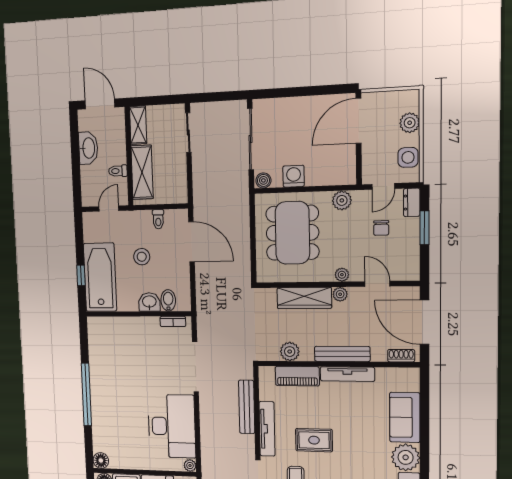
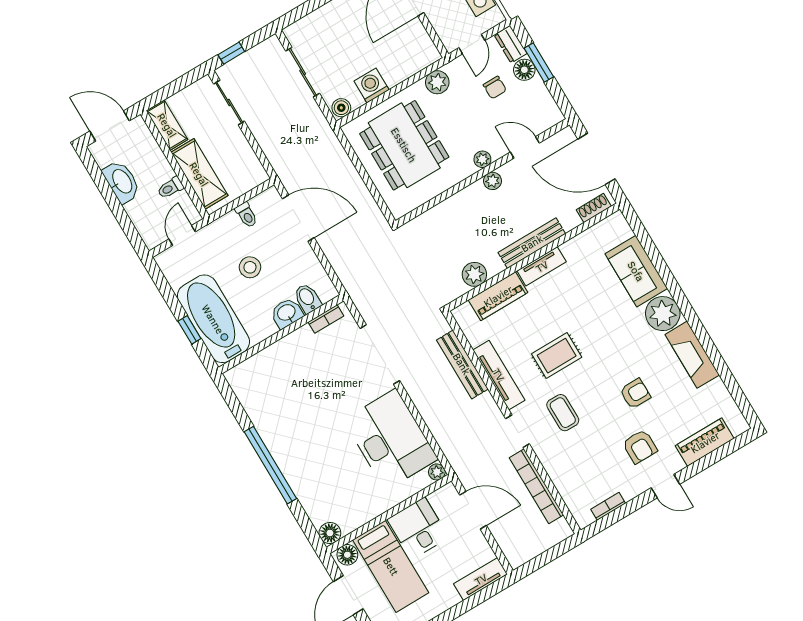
window: (209, 97) -> (231, 53), added
sliding door: (251, 139) -> (303, 72), width x0.73
floor lamp: (411, 227) -> (524, 70), added
wardrobe: (304, 298) -> (457, 207), removed
tv unit: (347, 374) -> (542, 266), width x0.71

